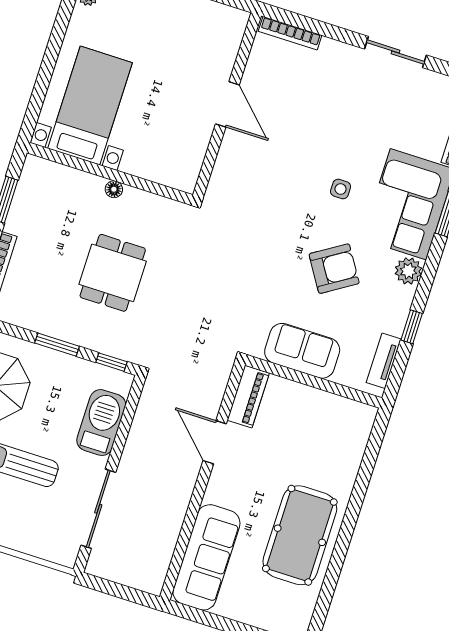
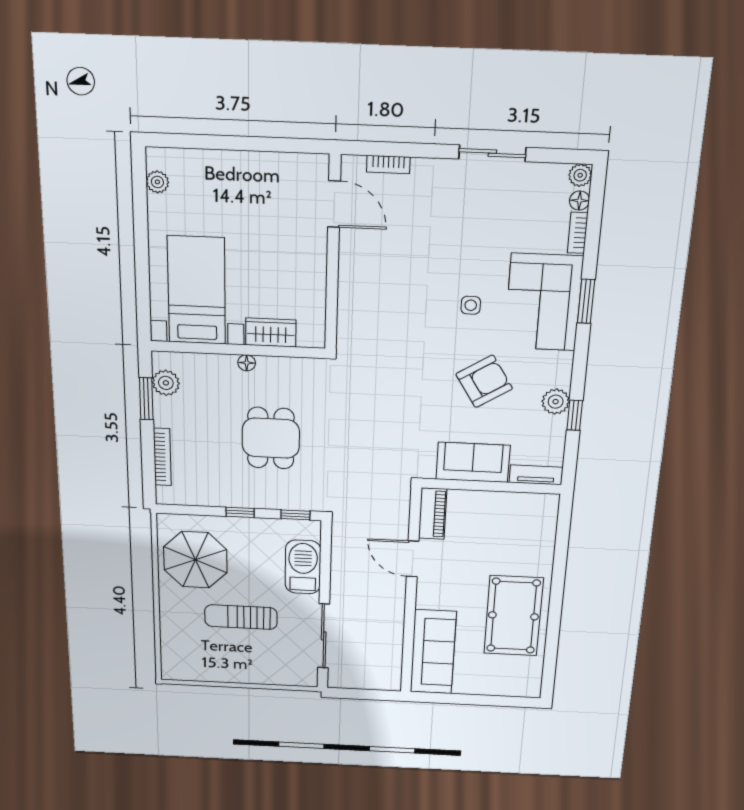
bookcase: (290, 33) -> (388, 164), width x0.64
door: (227, 104) -> (334, 204), moved
wardrobe: (146, 165) -> (271, 332), added
plant: (30, 189) -> (166, 383), added
plant: (408, 271) -> (556, 402), moved
window: (57, 345) -> (240, 512), width x0.67
tv unit: (384, 361) -> (536, 475), moved, turned 90

